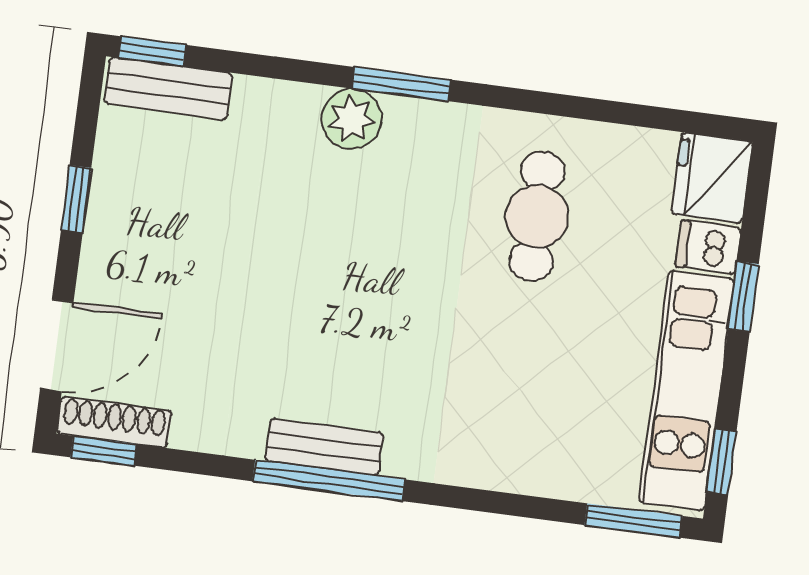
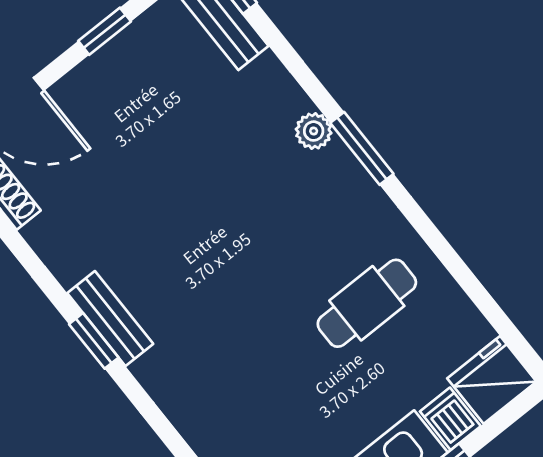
plant: (352, 119) -> (314, 131), width x0.73, depth x0.73
window: (329, 480) -> (94, 341), width x0.46

